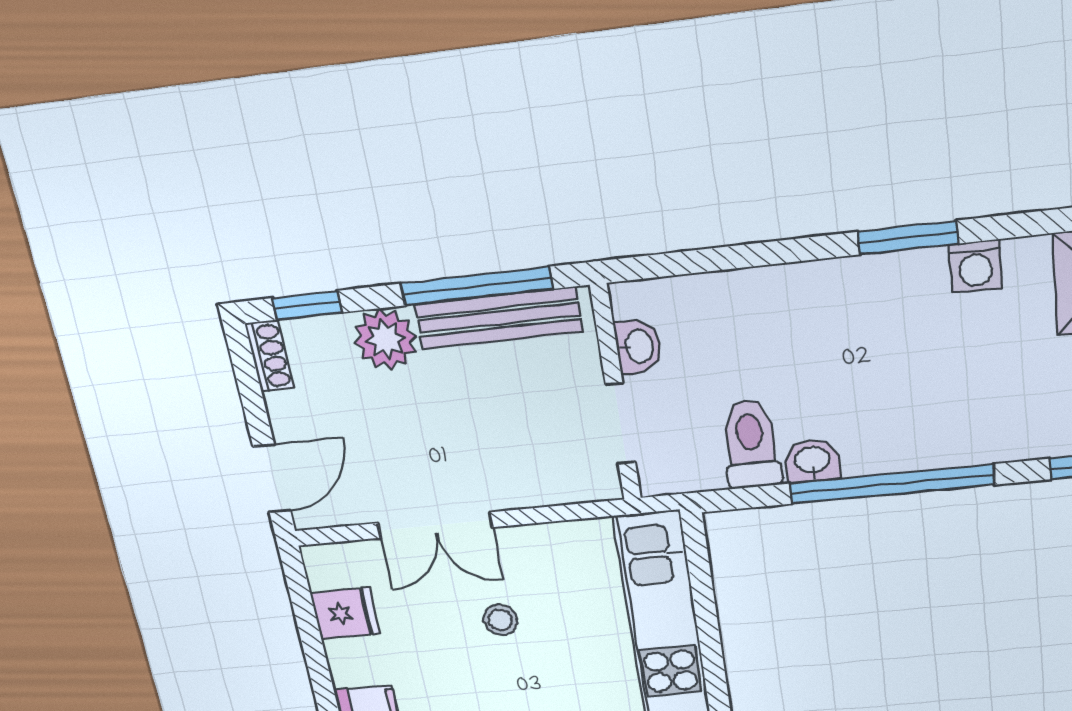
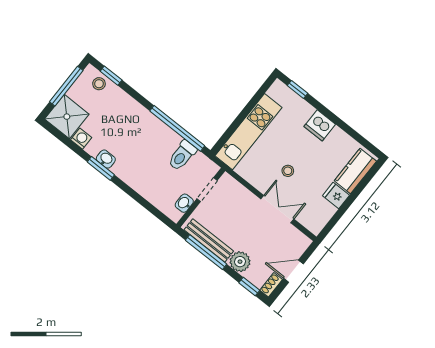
washing machine: (975, 266) -> (81, 139), moved
washbasin: (812, 461) -> (106, 159), moved, turned 180
door: (272, 479) -> (294, 271), moved
window: (892, 484) -> (177, 128), moved
fridge: (345, 613) -> (336, 195), moved

